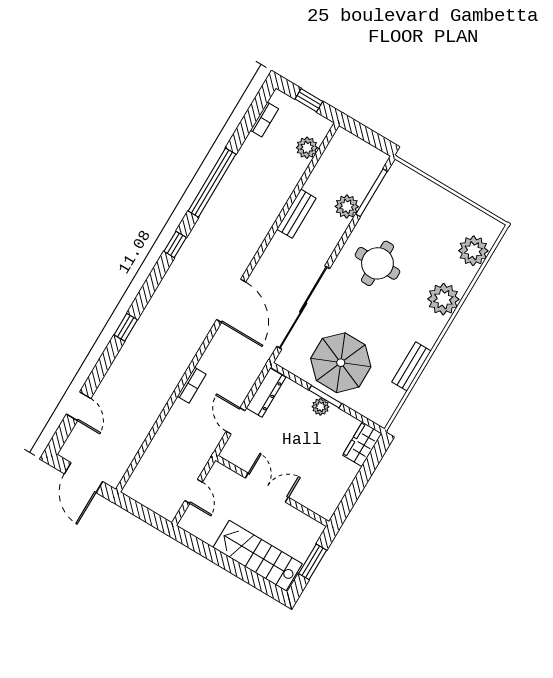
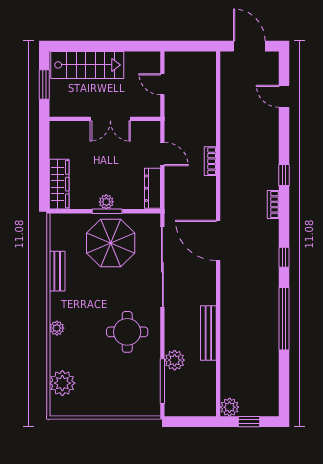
bookcase: (264, 119) -> (273, 205), moved
plant: (307, 148) -> (230, 407), moved
bench: (296, 214) -> (208, 333), width x1.36
plant: (443, 299) -> (57, 328), width x0.53, depth x0.53
wardrobe: (362, 444) -> (59, 184), width x1.50

